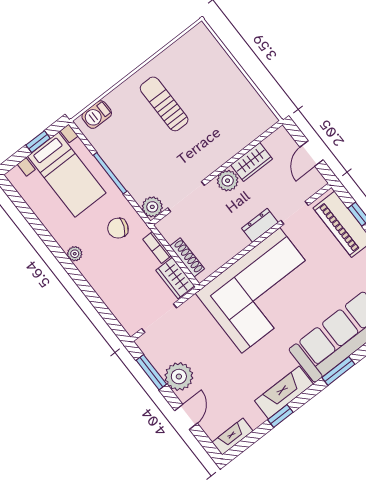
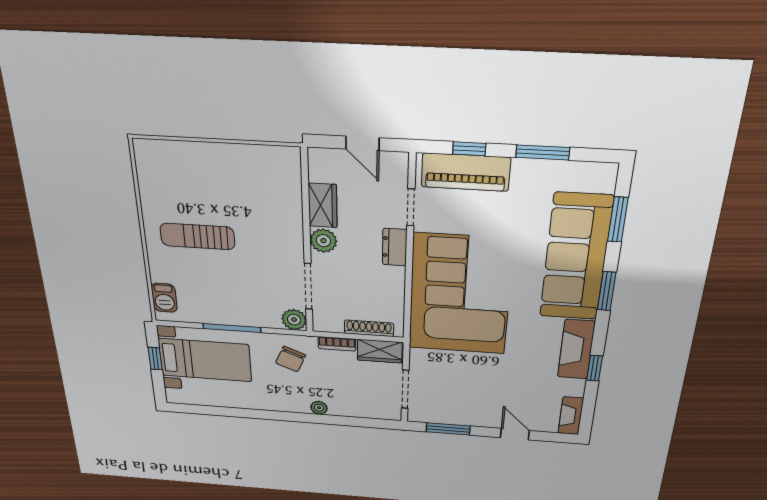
plant: (75, 254) -> (319, 408), moved
plant: (179, 377) -> (473, 413), removed

